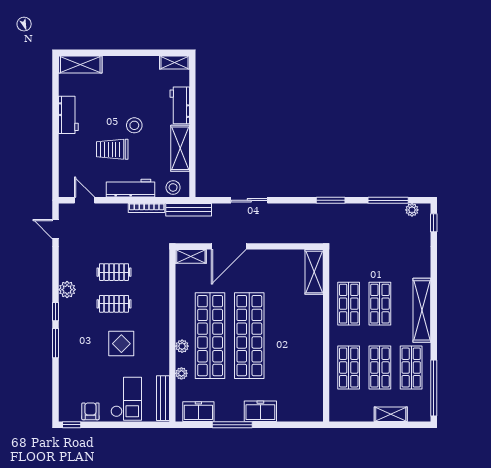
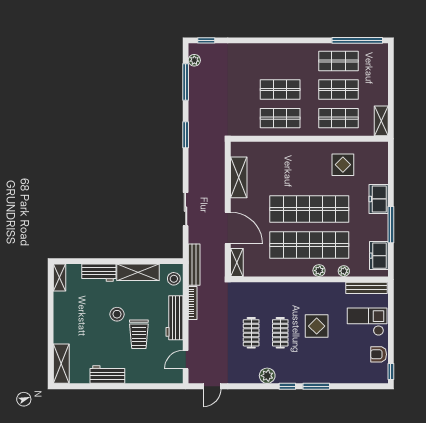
shelving: (314, 272) -> (239, 177), moved, turned 90
shelving: (422, 310) -> (286, 51), removed
display table: (298, 372) -> (343, 165), added
shelving: (391, 414) -> (381, 121), moved

